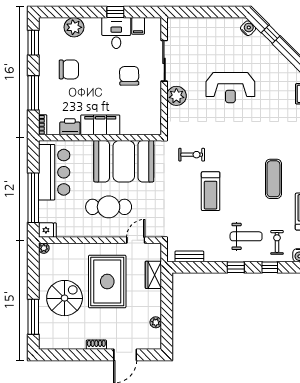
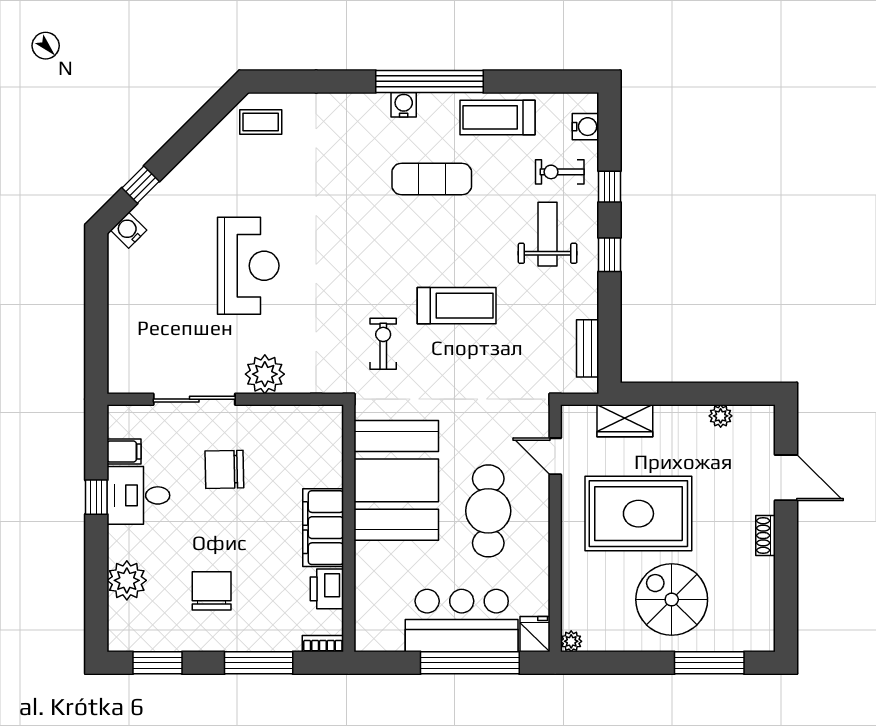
bar counter: (54, 172) -> (462, 621), moved

